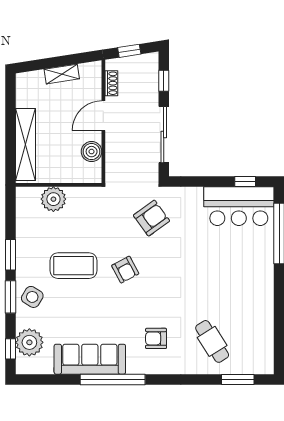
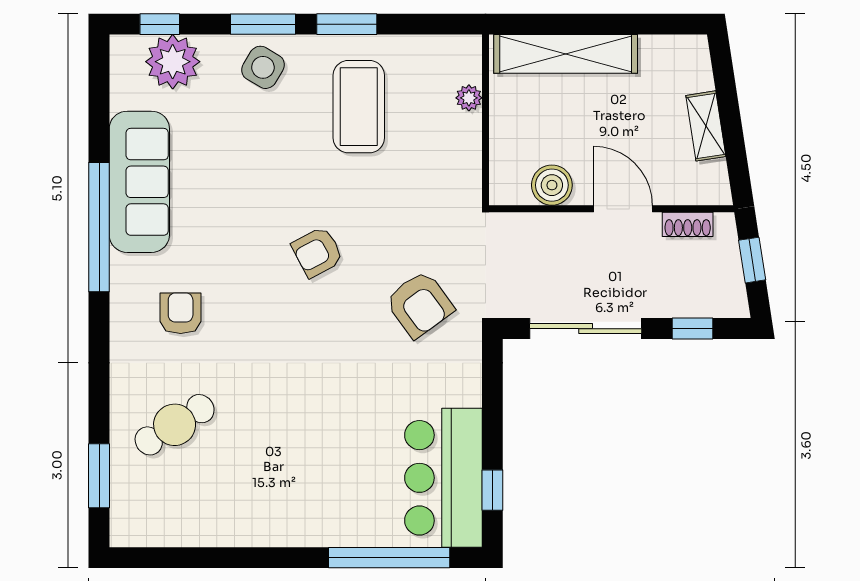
plant: (53, 199) -> (469, 98), width x0.53, depth x0.53
coffee table: (73, 266) -> (359, 107), moved

